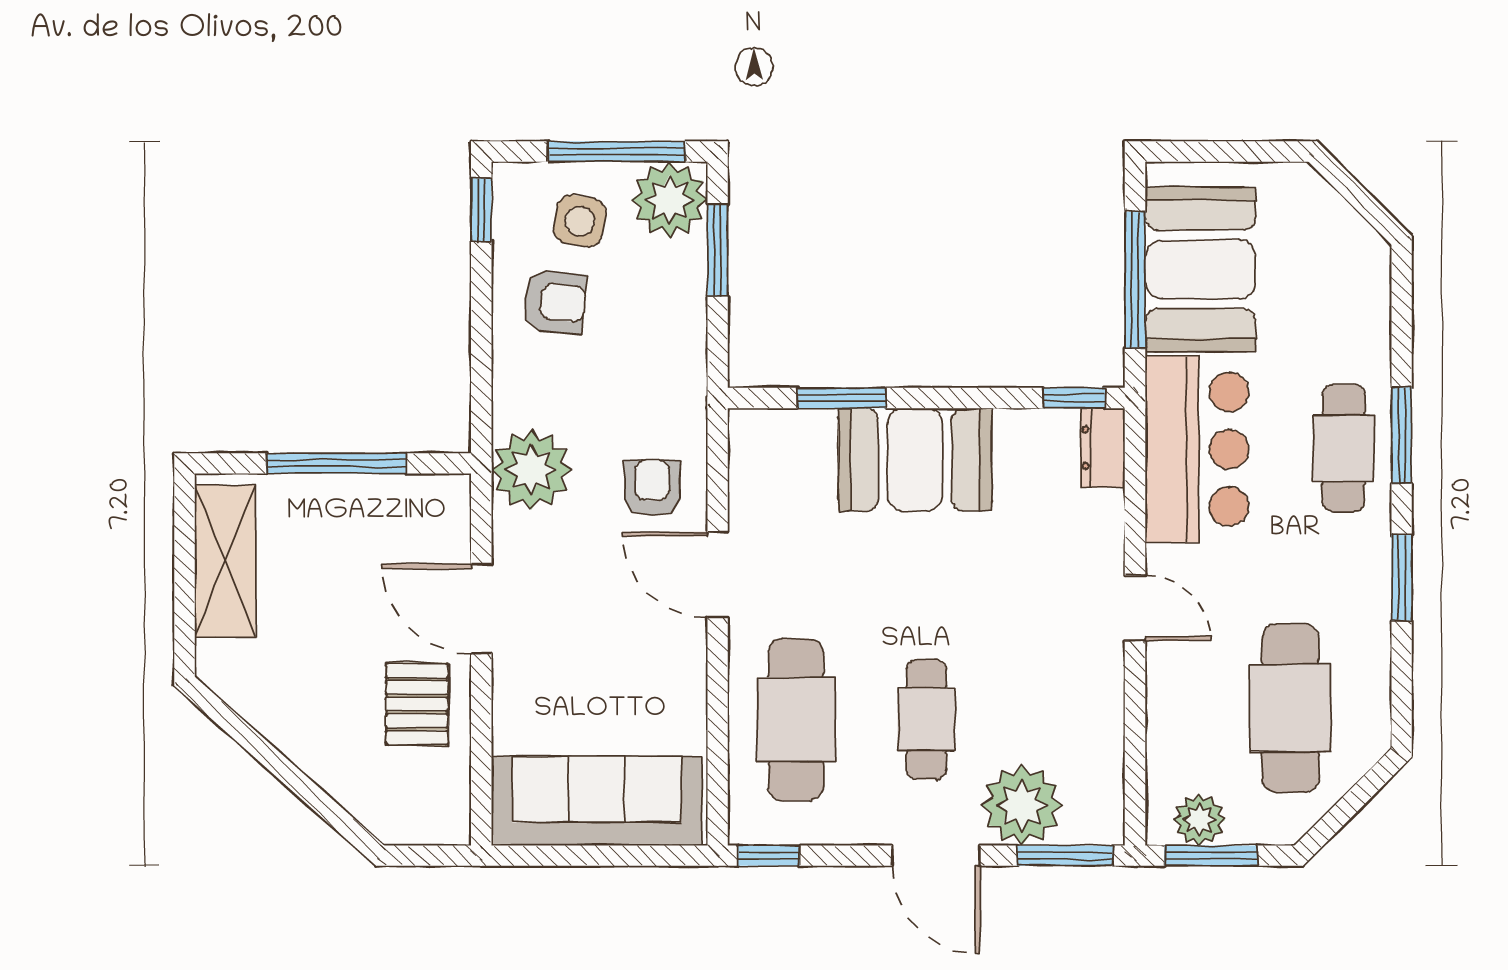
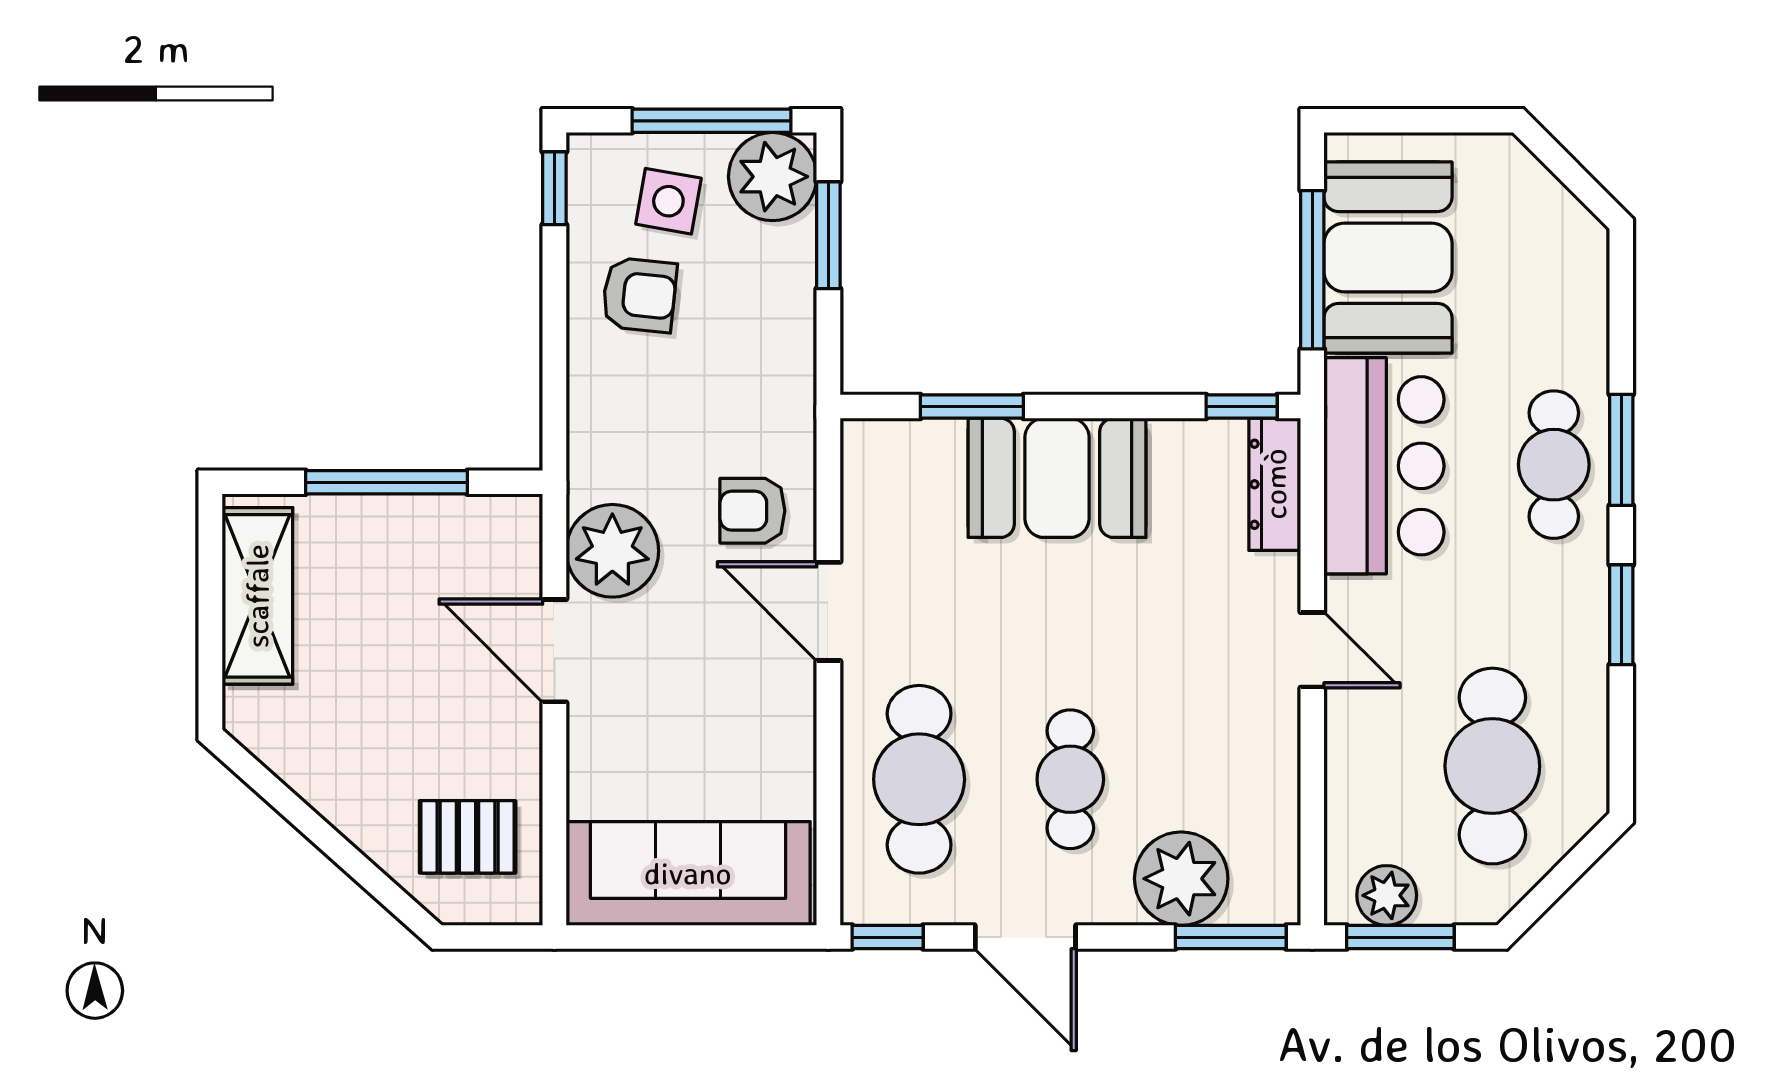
dresser: (1103, 448) -> (1275, 484), width x1.44
plant: (531, 470) -> (612, 551), moved
armchair: (652, 488) -> (752, 511), turned -90
pallet: (417, 704) -> (468, 837), moved, turned 90
door: (936, 856) -> (1025, 937), moved

